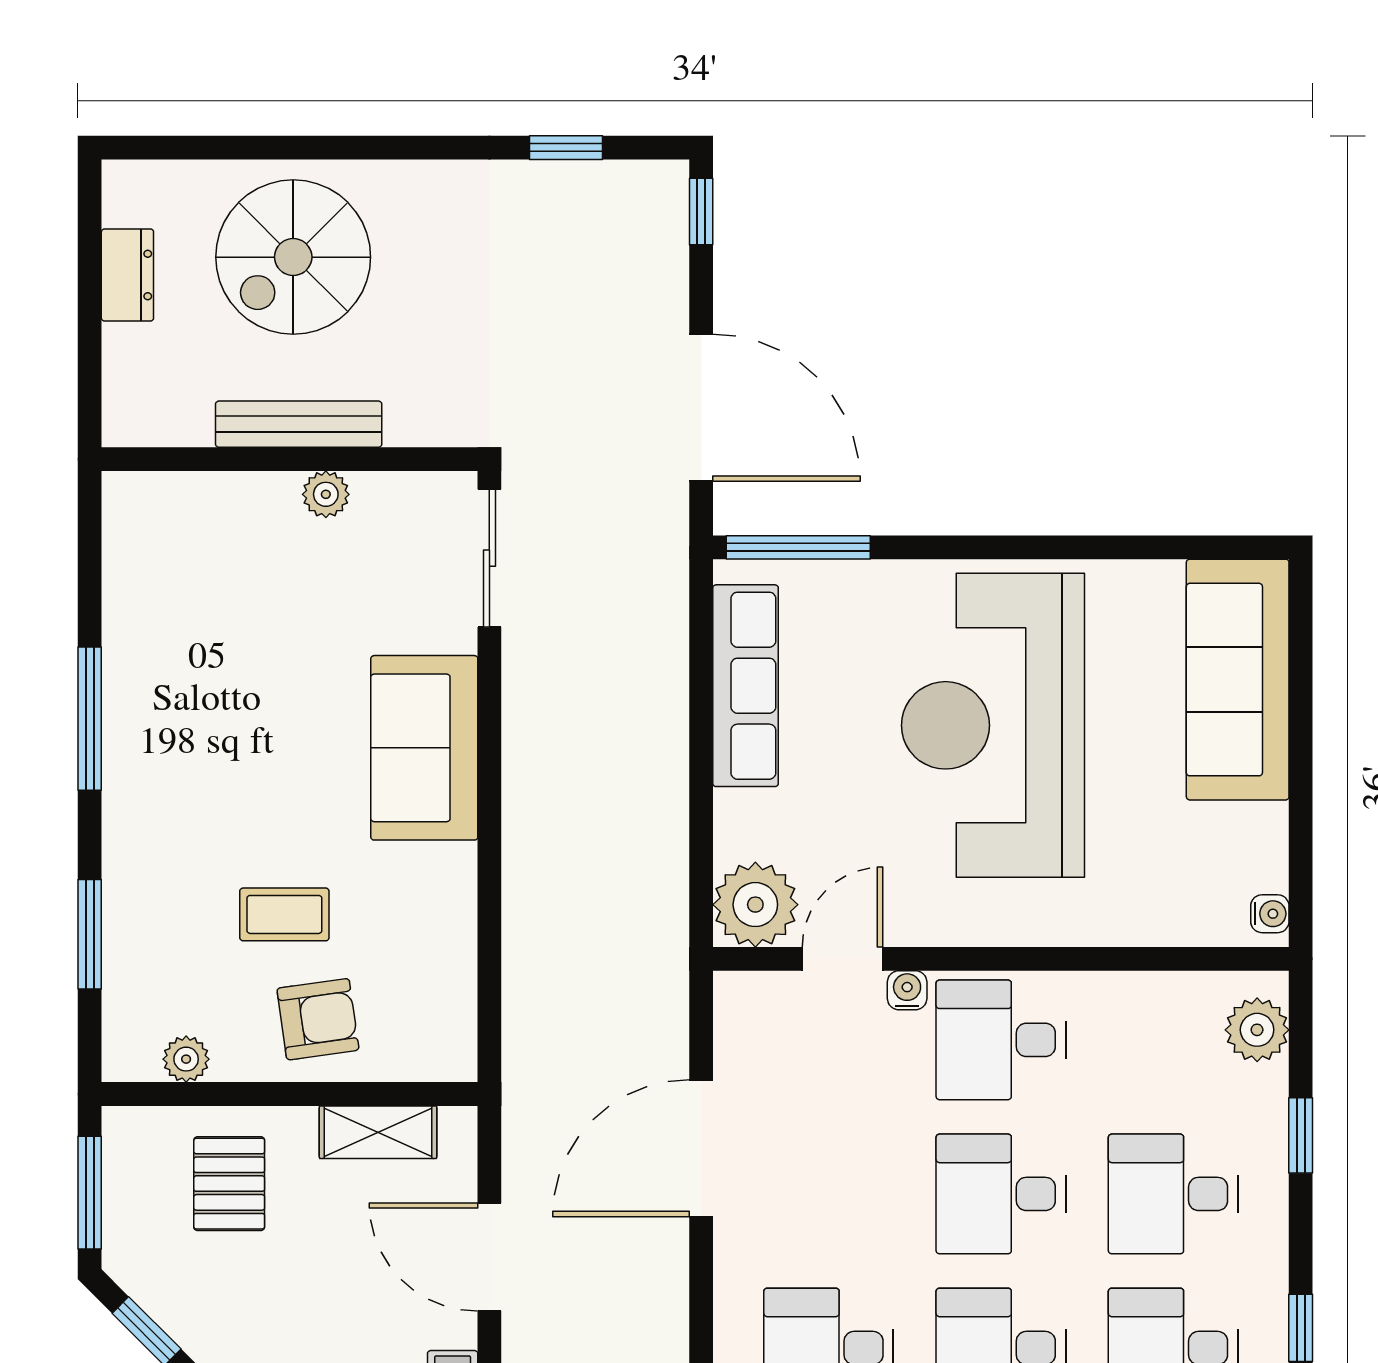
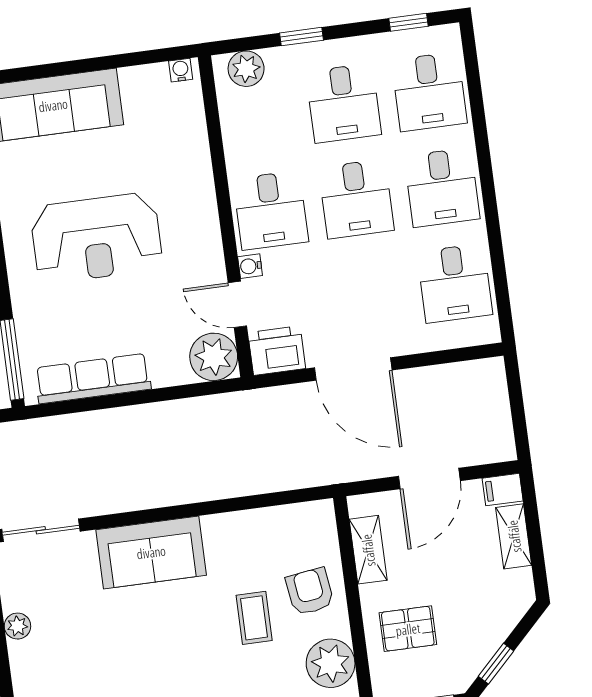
reception desk: (993, 725) -> (96, 238), width x0.74, depth x0.77
printer: (752, 1017) -> (277, 351), added
plant: (186, 1059) -> (331, 663), width x1.87, depth x1.87

